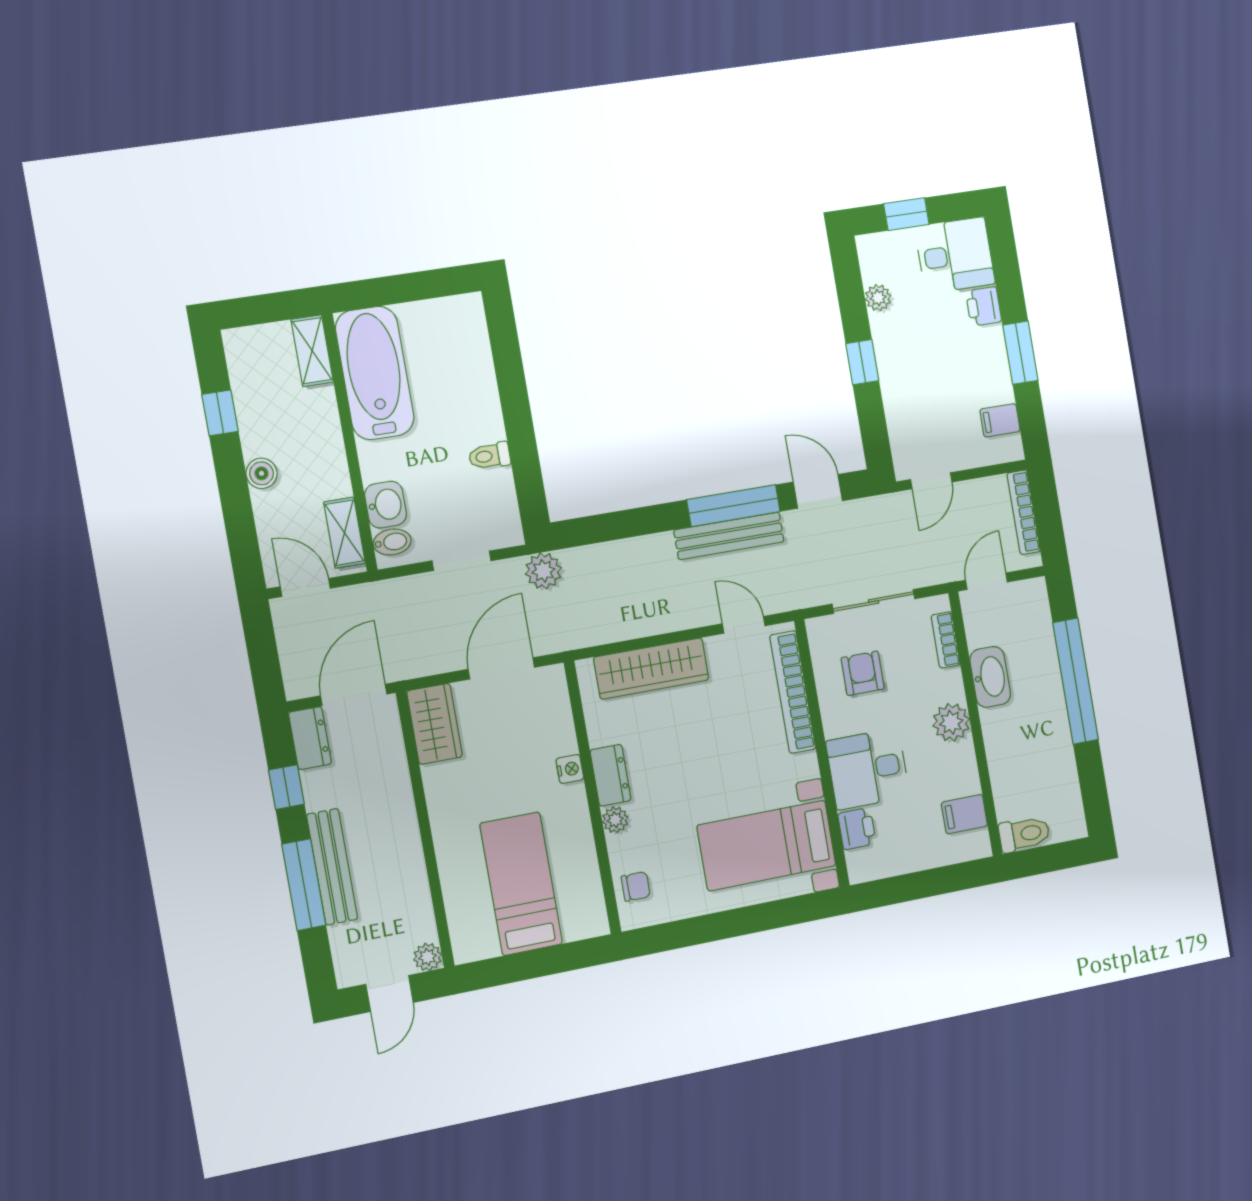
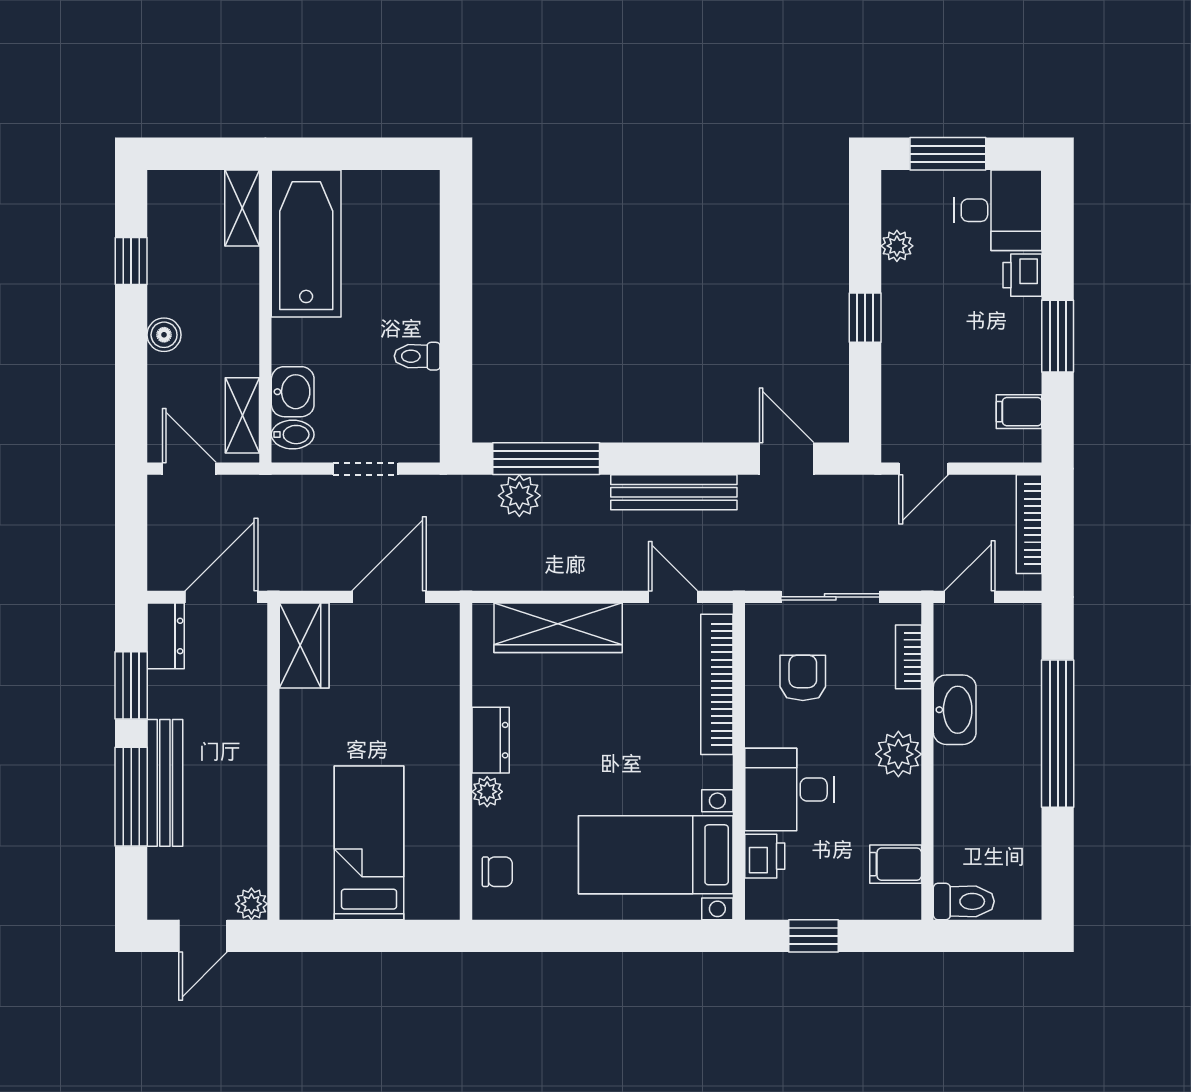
window: (906, 214) -> (948, 154), width x1.50
window: (734, 506) -> (546, 459), moved
plant: (543, 571) -> (519, 496), moved
nightstand: (570, 769) -> (446, 724), removed
window: (286, 787) -> (131, 685), width x1.50
window: (908, 887) -> (813, 936), added

